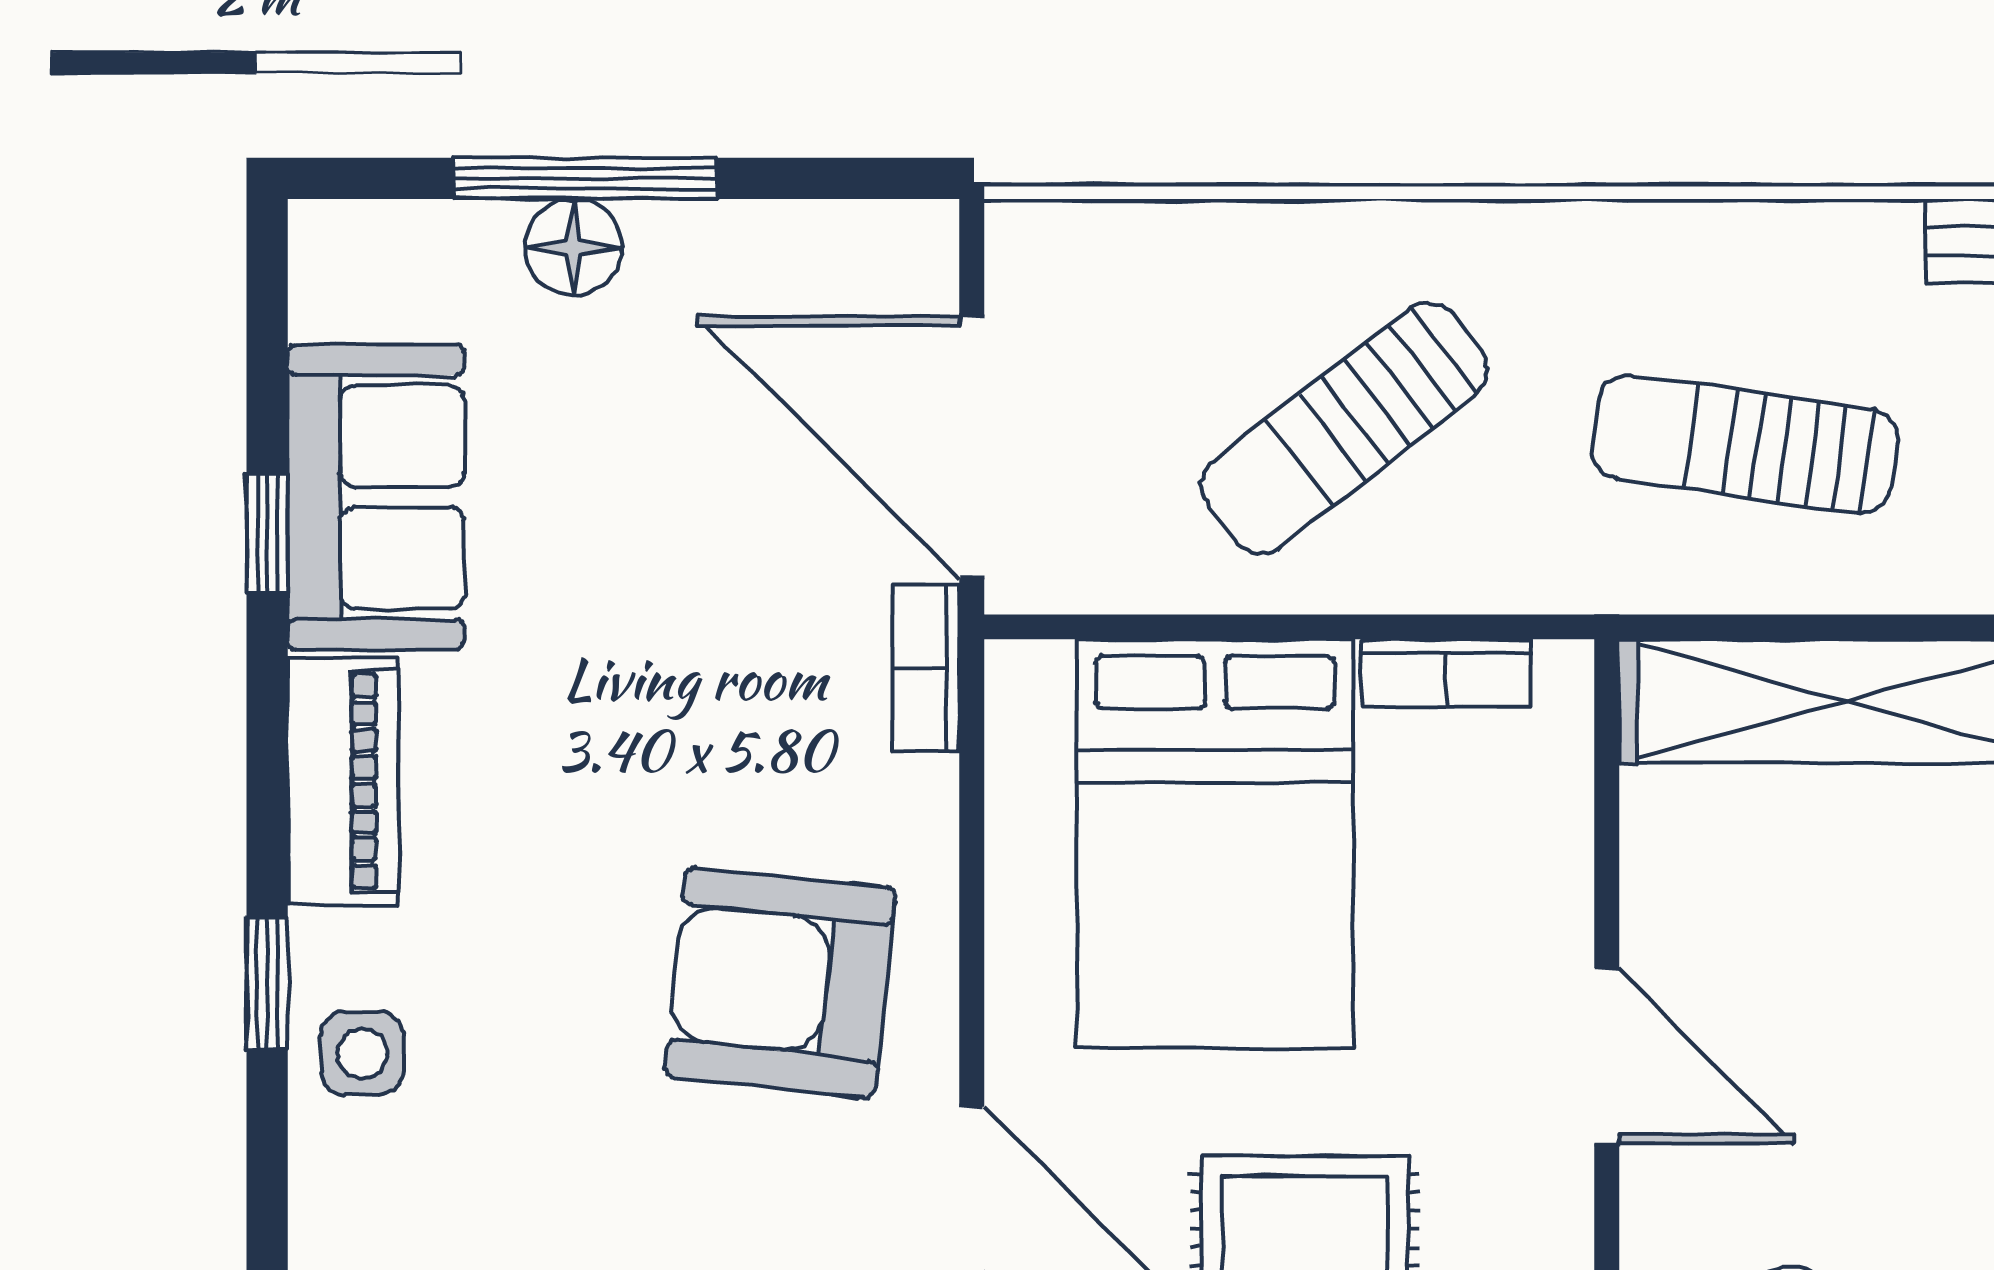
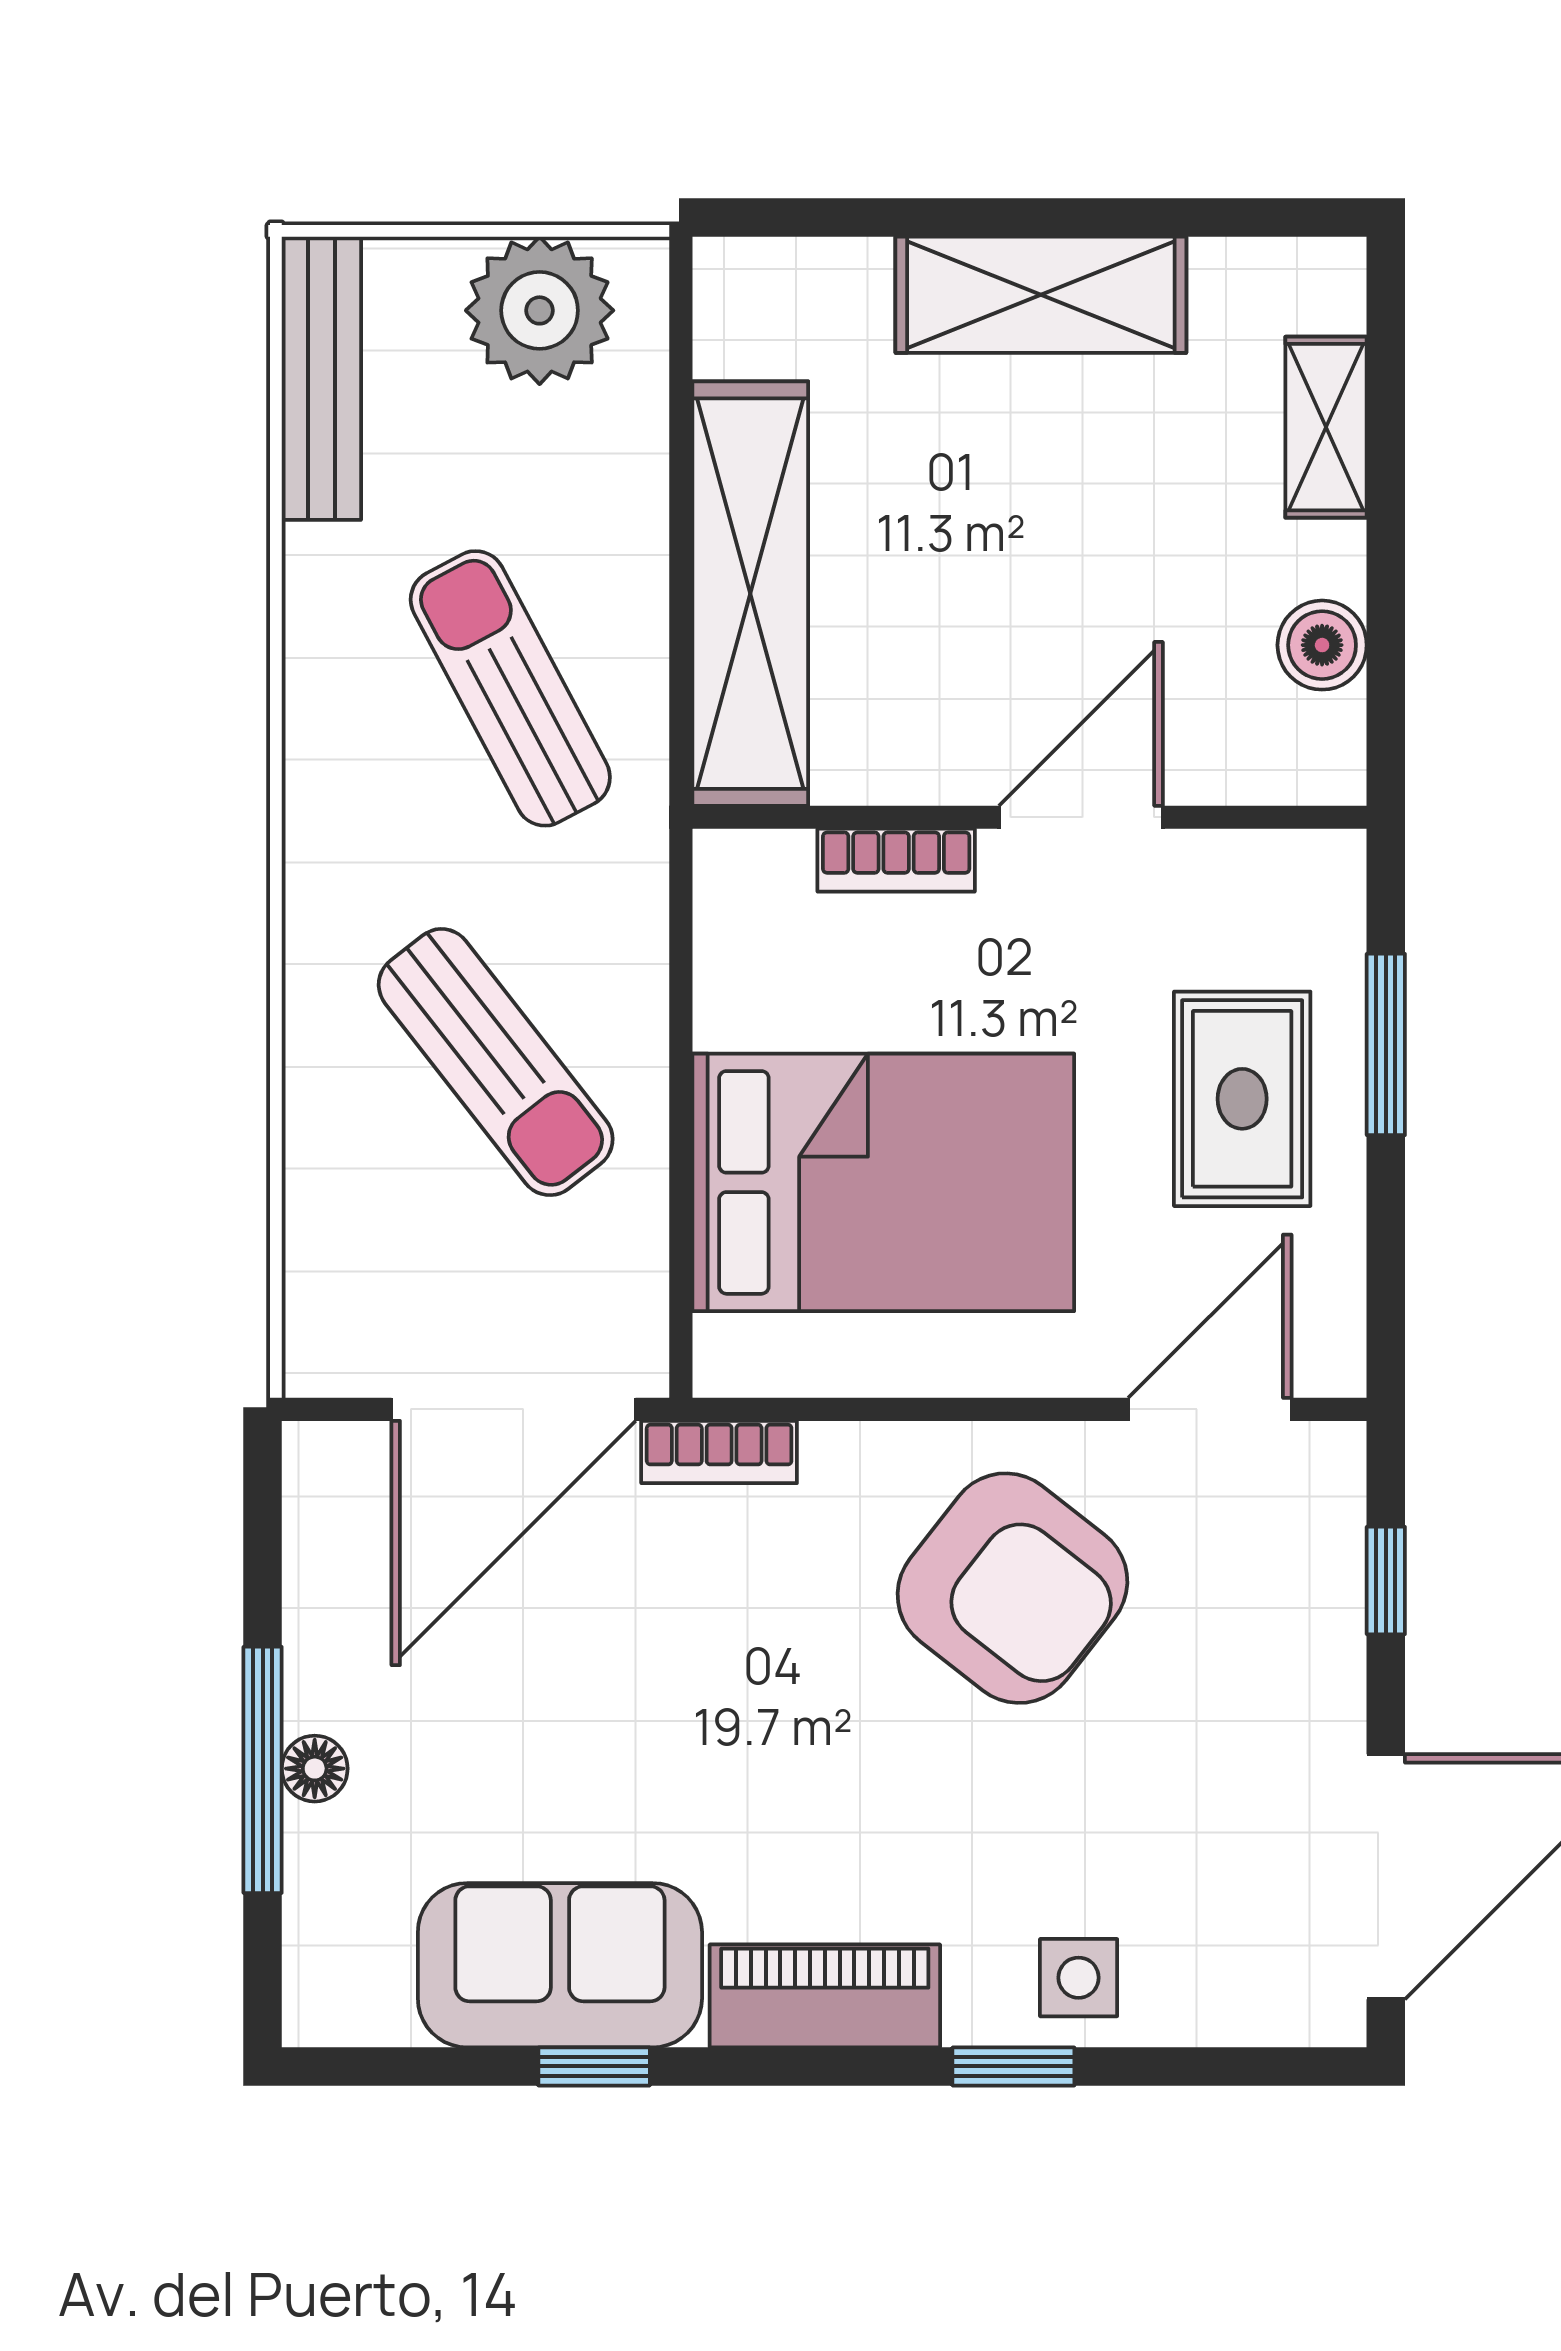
floor lamp: (573, 247) -> (315, 1769), width x0.73, depth x0.73
sun lounger: (1745, 444) -> (510, 688), turned 144
bookcase: (1446, 673) -> (896, 860), moved, turned 90
armchair: (780, 982) -> (1012, 1588), turned -58

